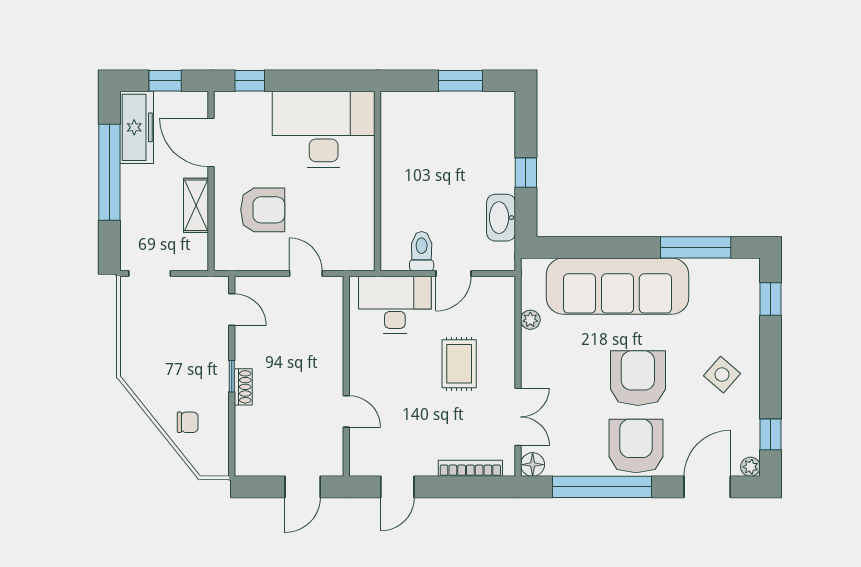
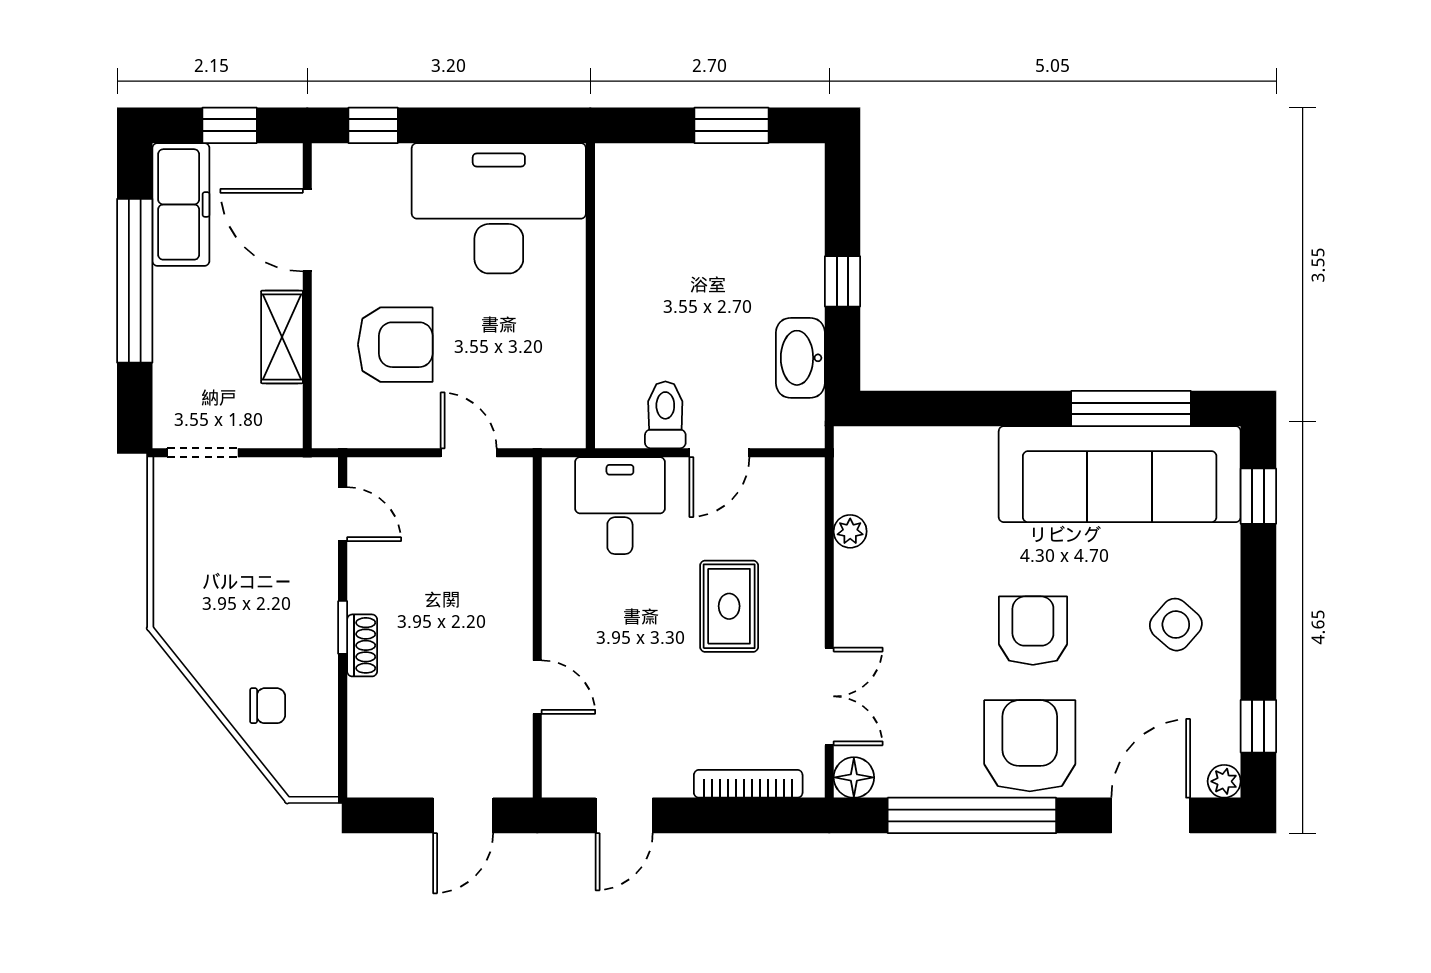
sofa: (617, 286) -> (1120, 474), moved
desk: (395, 305) -> (620, 506), width x0.73
armchair: (638, 378) -> (1033, 631), width x0.73, depth x0.73

